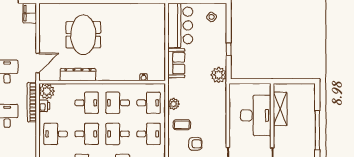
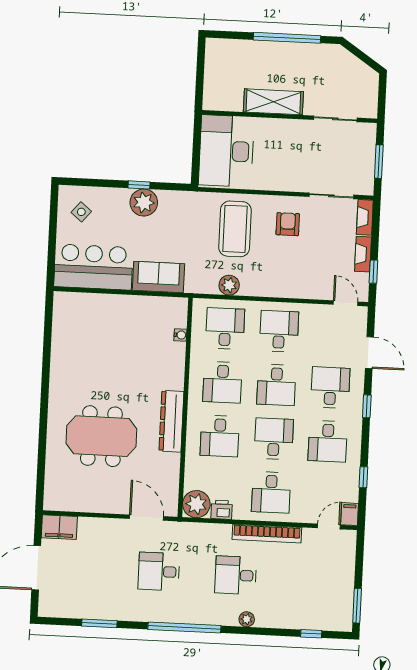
dresser: (78, 75) -> (171, 421), moved
plant: (219, 75) -> (144, 203), moved
bookcase: (32, 102) -> (267, 534), moved
desk: (87, 103) -> (220, 436), turned 180
shelving: (280, 109) -> (273, 102), moved
desk: (256, 115) -> (226, 151), moved, turned -90
coffee table: (182, 125) -> (235, 229), moved, width x1.86, depth x1.72
armchair: (195, 144) -> (288, 224), moved

